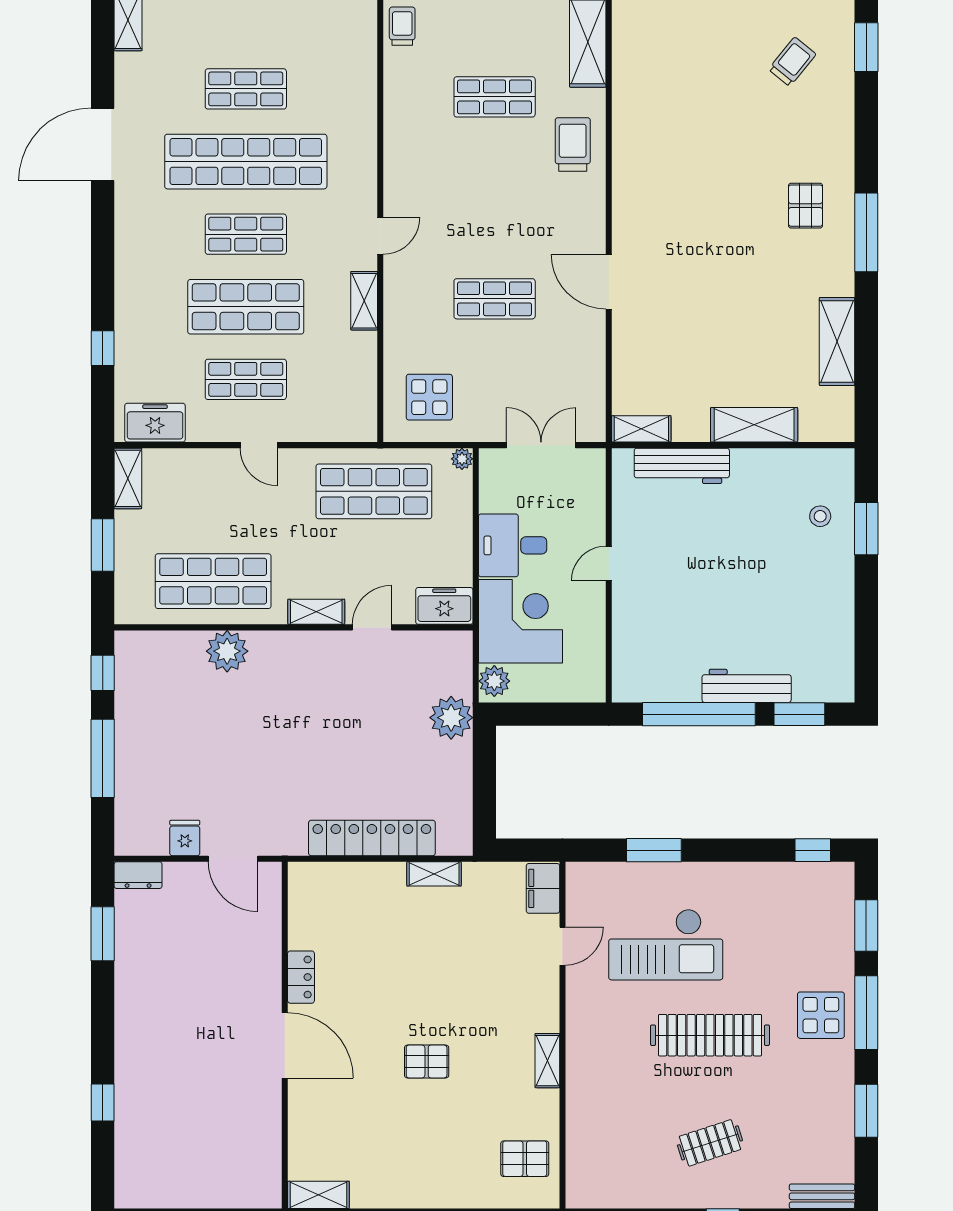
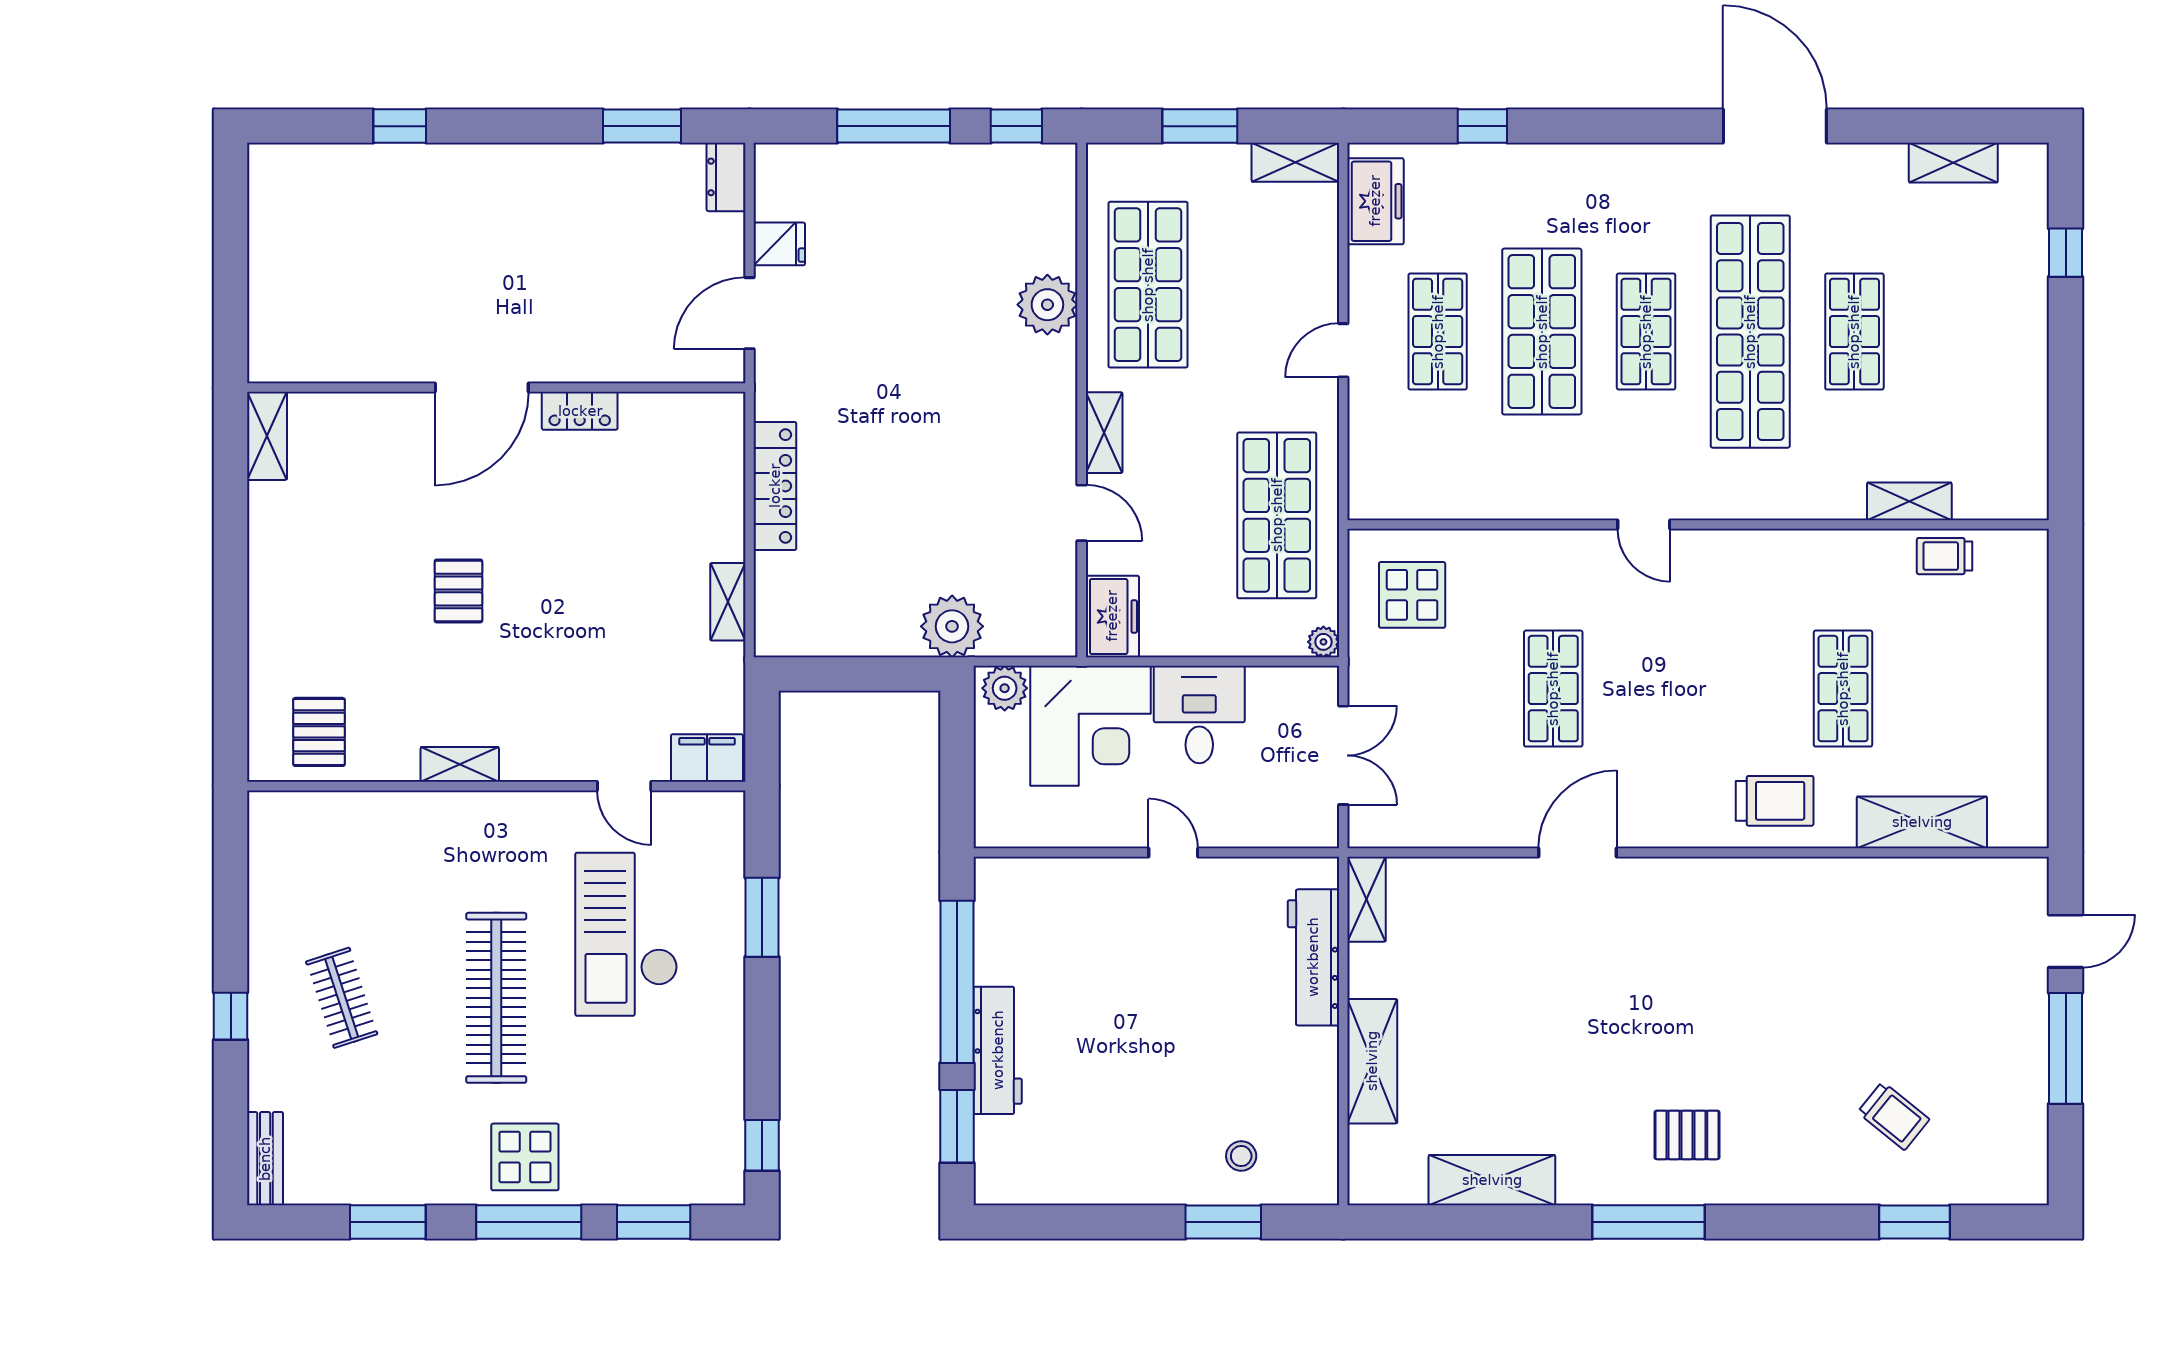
trolley: (402, 26) -> (1945, 556), turned 180
shelving: (364, 301) -> (1909, 501), moved
locker: (372, 838) -> (775, 486), width x0.71, depth x0.83

